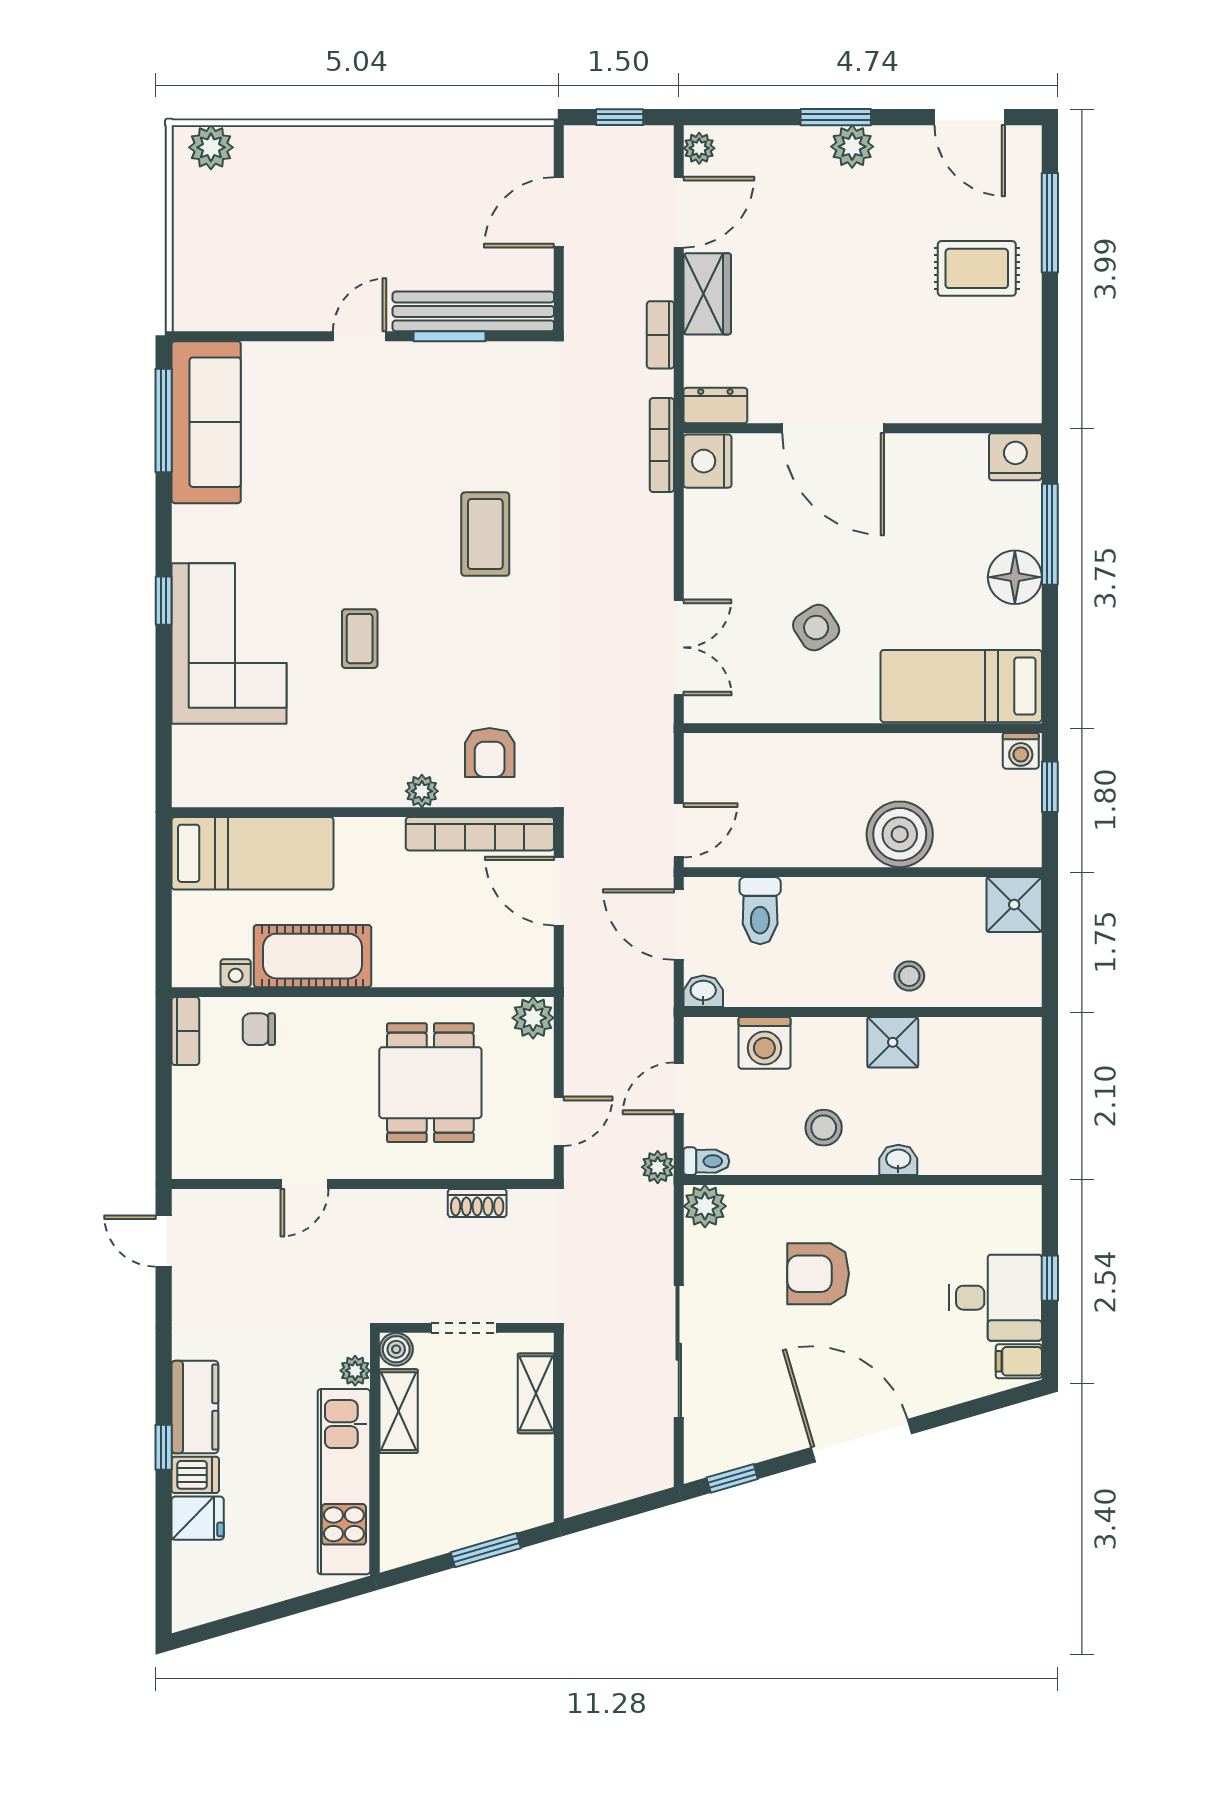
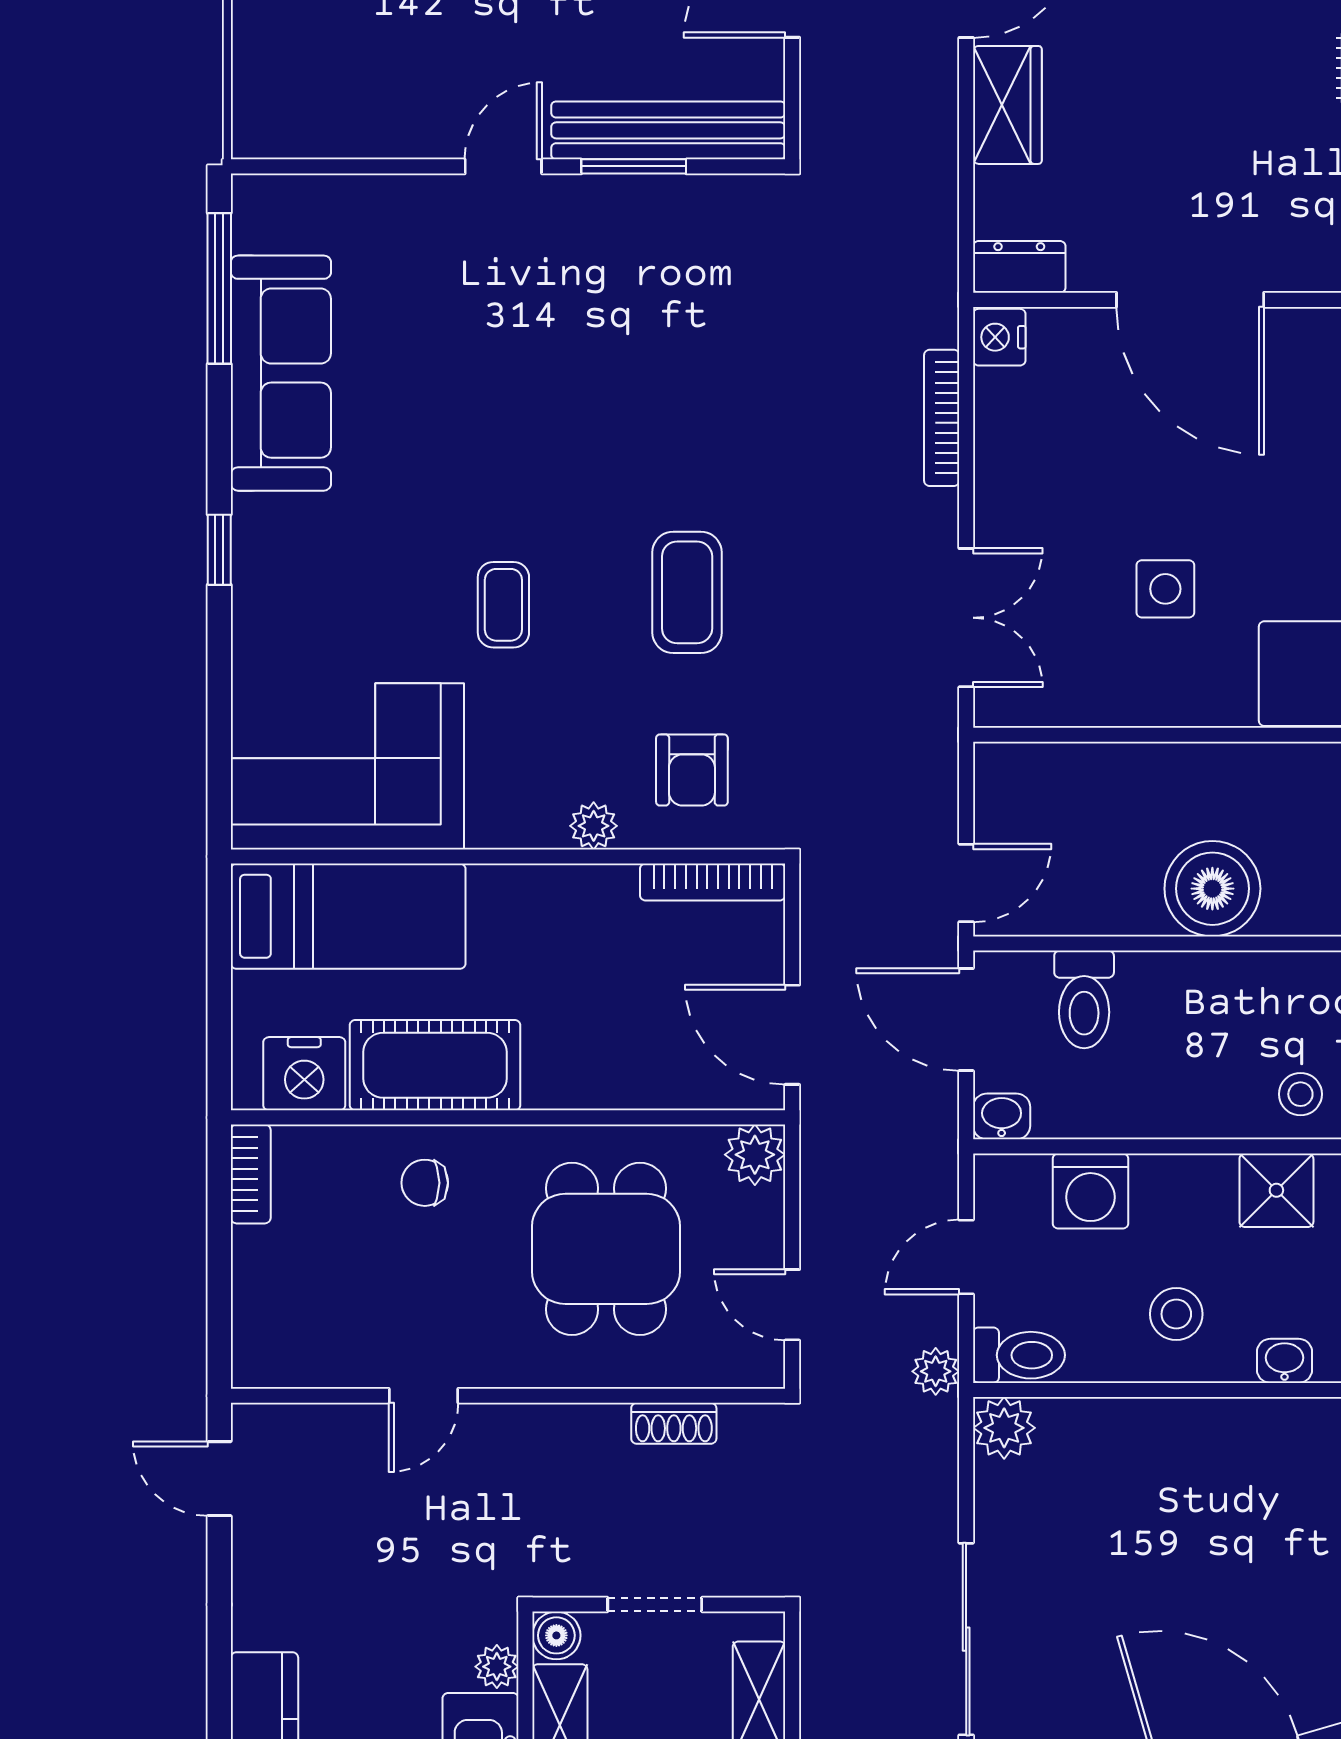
bookcase: (660, 335) -> (940, 164), removed
sofa: (206, 422) -> (281, 373), moved
bookcase: (662, 445) -> (942, 418), moved
nightstand: (707, 461) -> (999, 337), width x0.74, depth x0.75
coffee table: (485, 534) -> (687, 592), moved
side table: (816, 628) -> (1165, 589), turned 33
corner sofa: (229, 643) -> (347, 766), moved, turned -90
bookcase: (480, 834) -> (713, 882), width x0.68, depth x0.76
boiler: (900, 834) -> (1212, 889), moved
door: (559, 891) -> (792, 1035), moved
nightstand: (236, 973) -> (304, 1074), width x1.89, depth x1.79
chair: (259, 1029) -> (425, 1183), moved
door: (559, 1121) -> (792, 1305), swing flipped
toilet: (706, 1161) -> (1019, 1355), width x1.37, depth x1.39
armchair: (818, 1274) -> (1168, 1526), removed

